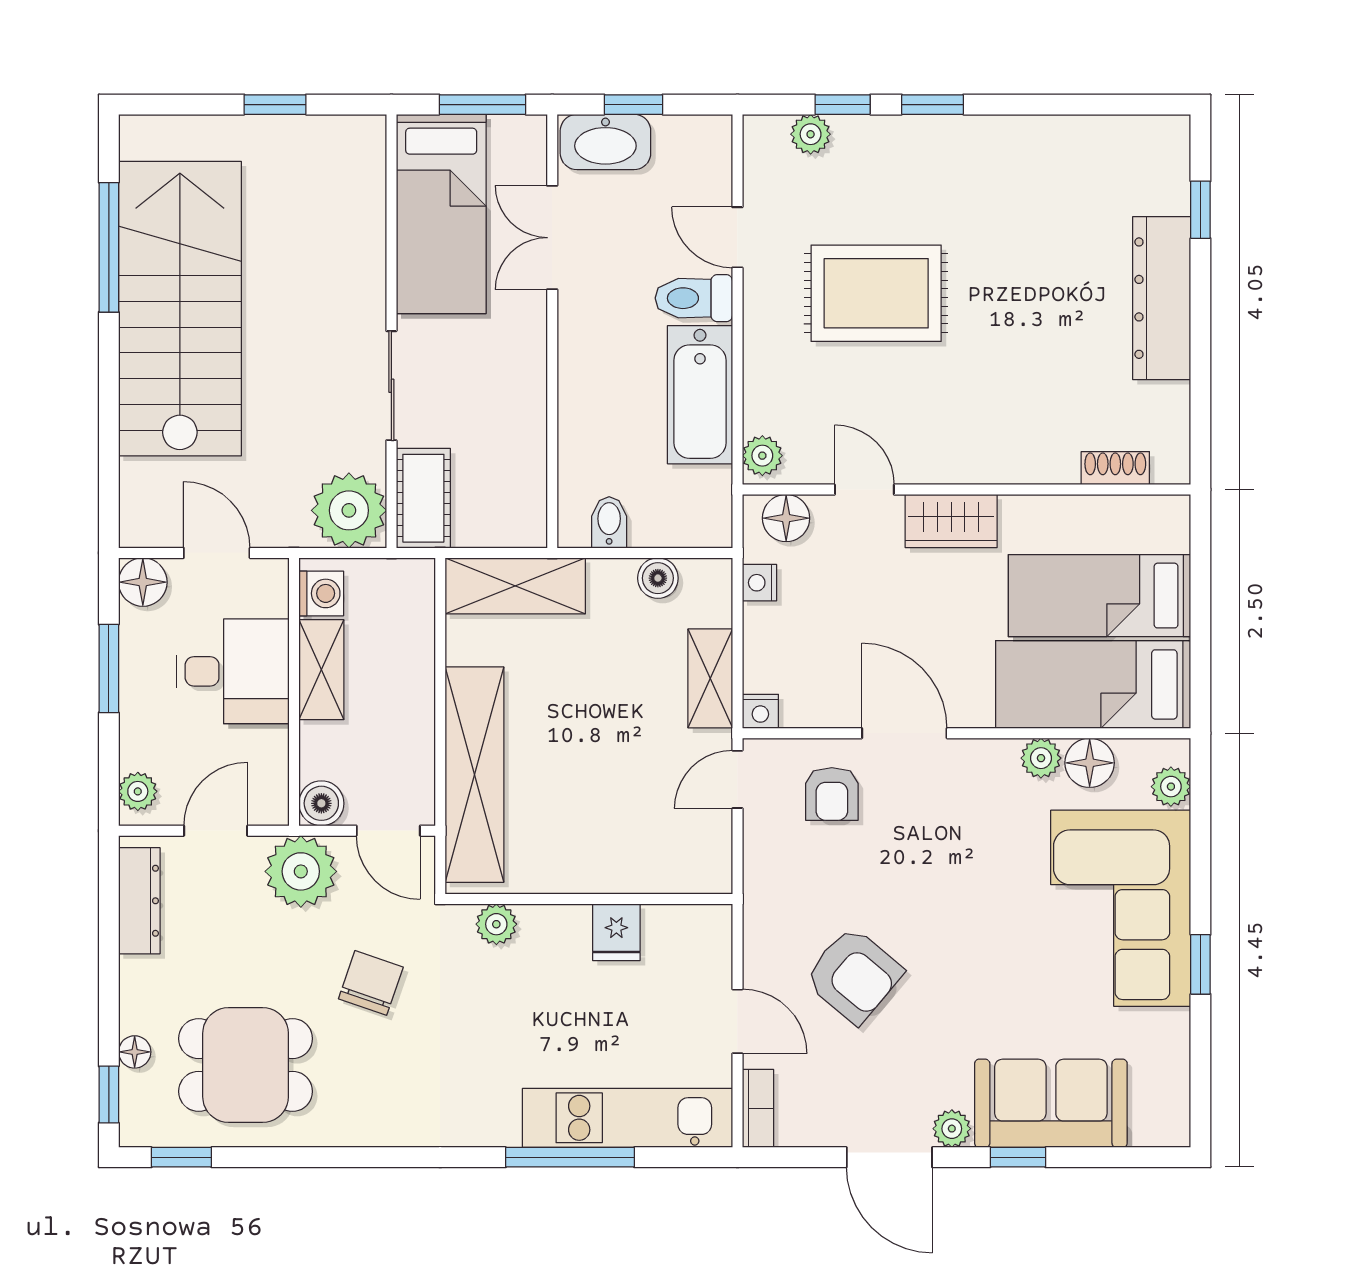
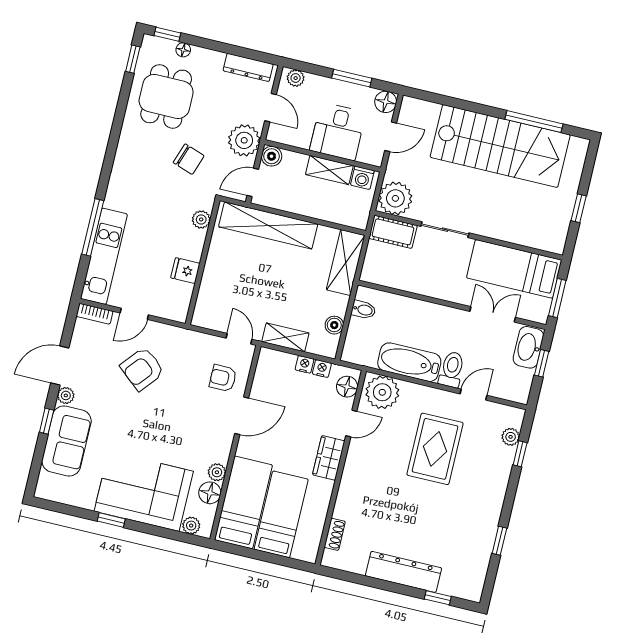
window: (932, 105) -> (499, 541), moved
plant: (762, 456) -> (382, 392), width x1.87, depth x1.87
nightstand: (760, 711) -> (304, 364), moved, turned 90

